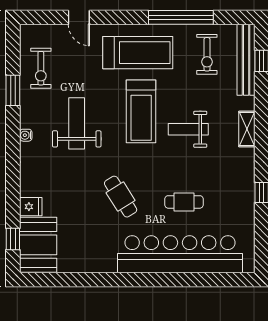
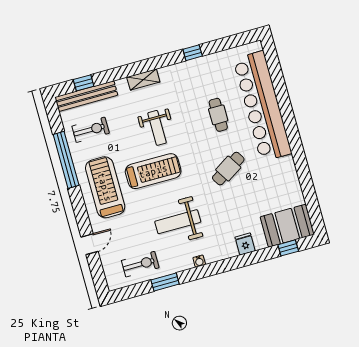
fridge: (31, 207) -> (245, 244), moved

